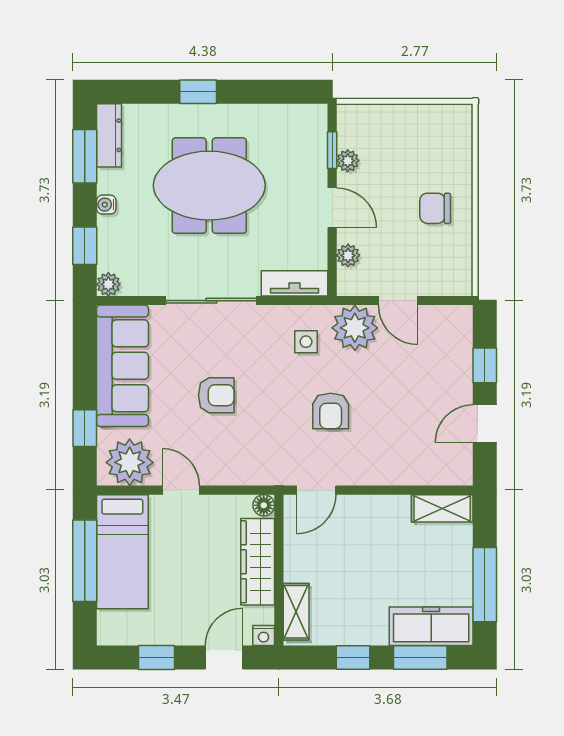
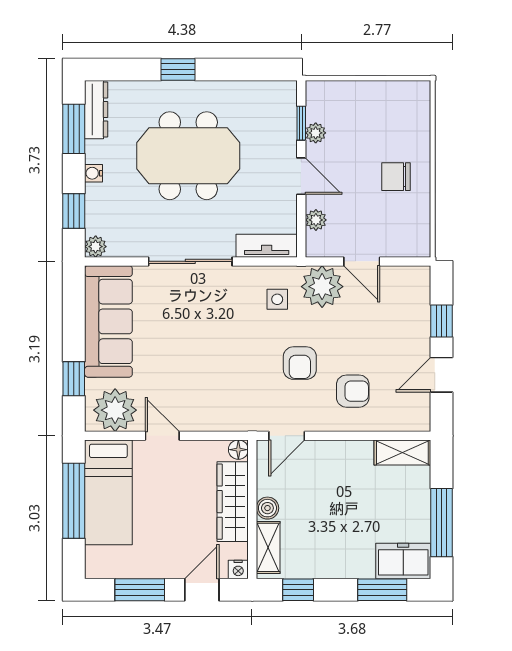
armchair: (216, 395) -> (353, 391), moved
boiler: (295, 569) -> (267, 508), added
freezer: (431, 626) -> (403, 561), width x0.71
window: (157, 658) -> (140, 590), width x1.50
window: (353, 658) -> (298, 590), moved

